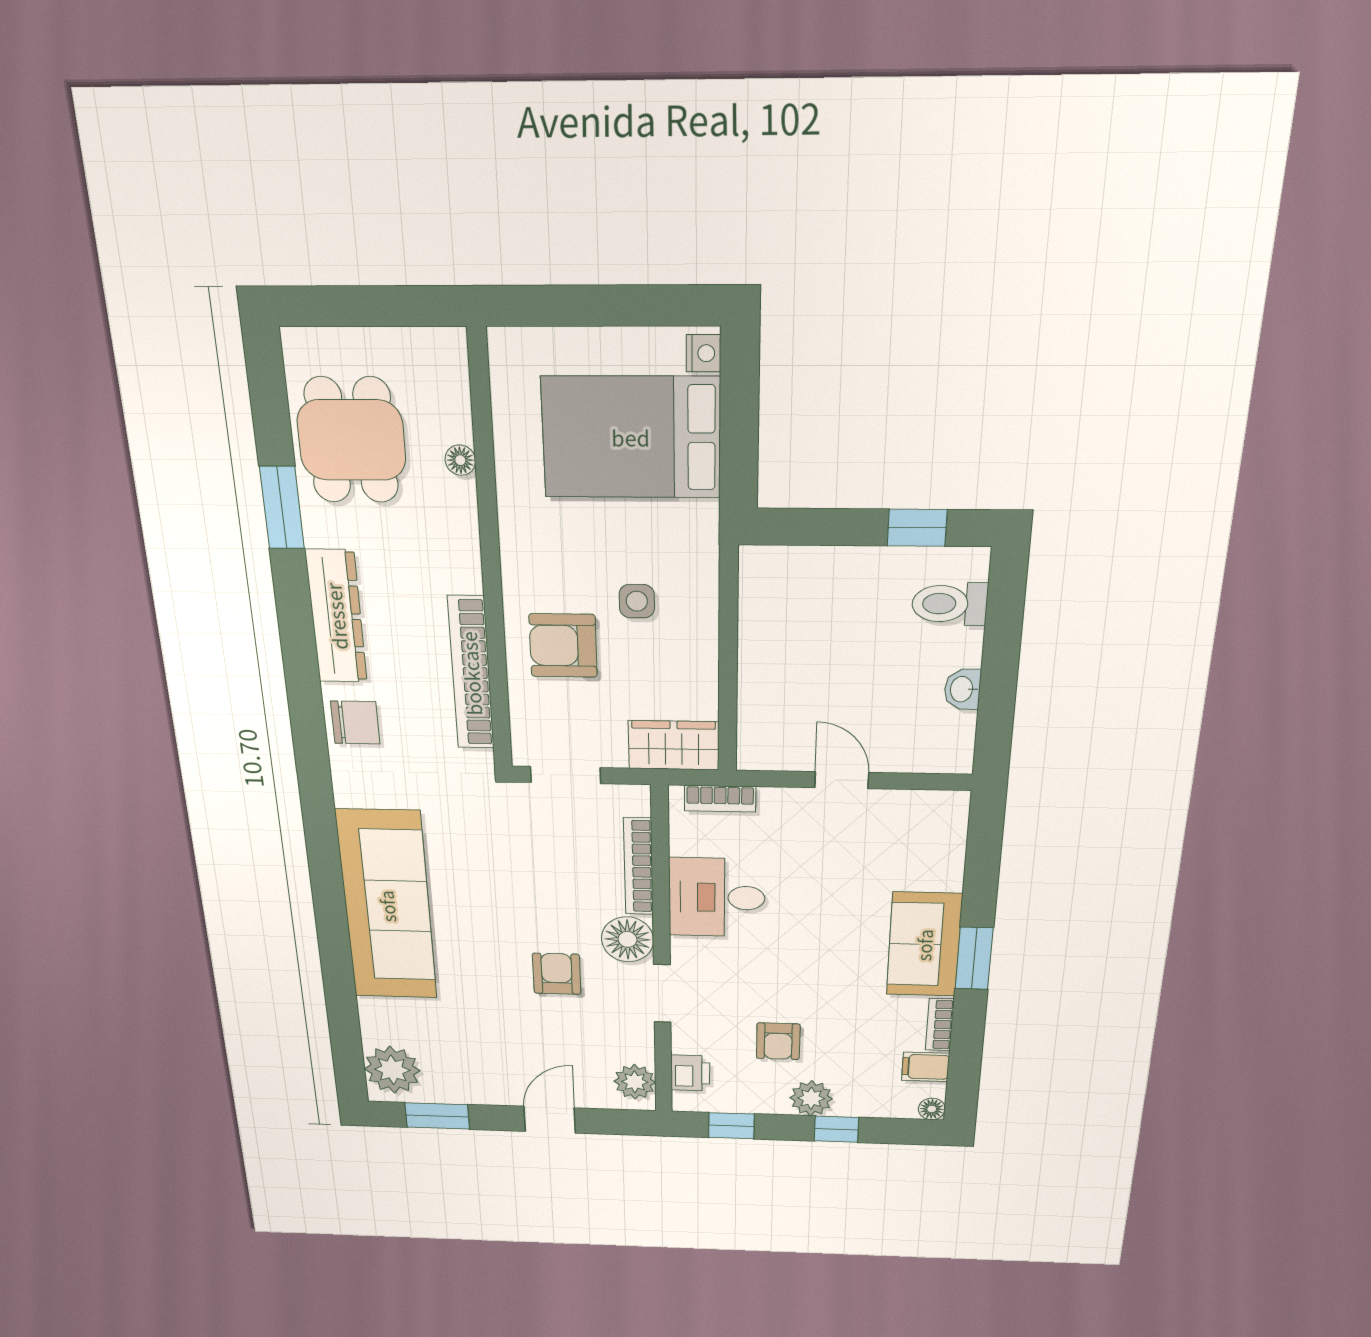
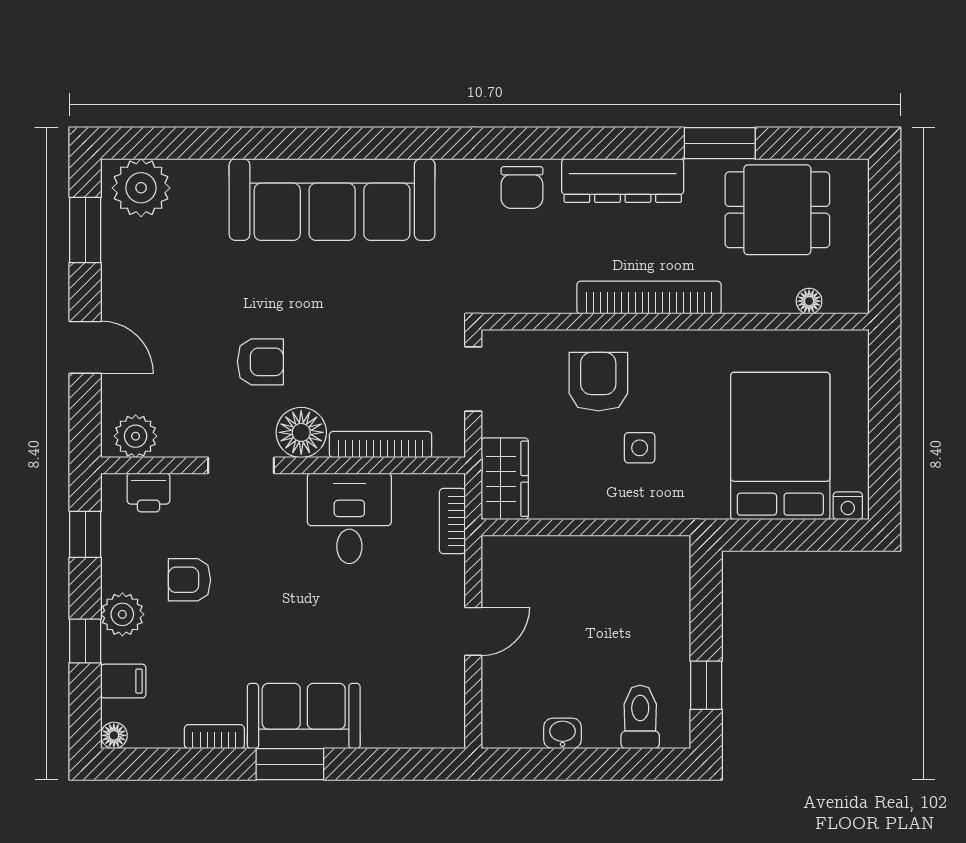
floor lamp: (460, 460) -> (809, 301), moved
bookcase: (471, 673) -> (649, 298), moved
filing cabinet: (926, 1067) -> (123, 681), moved, turned 90

